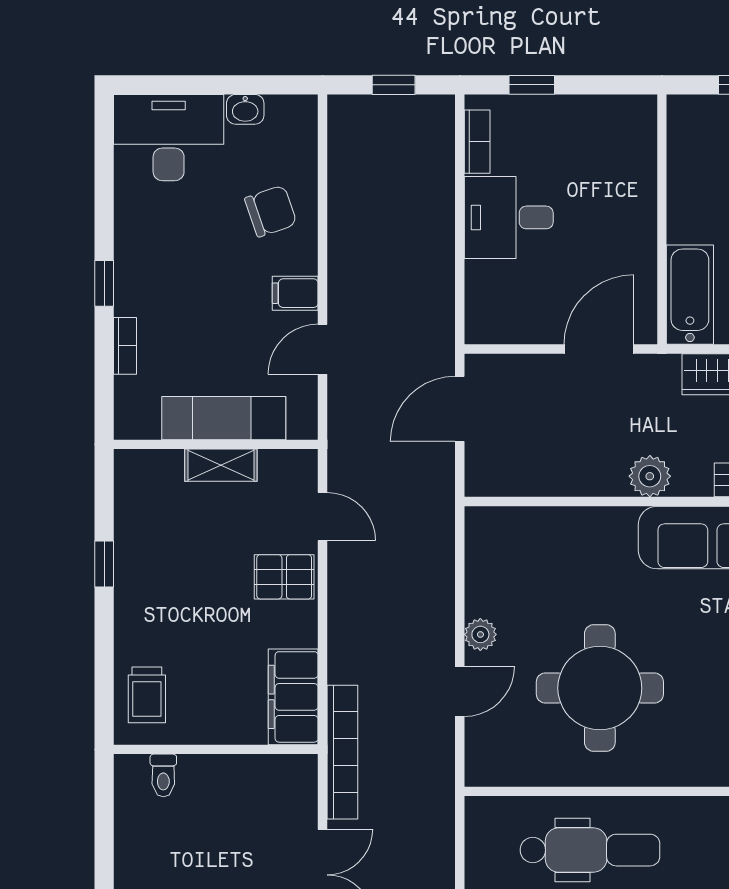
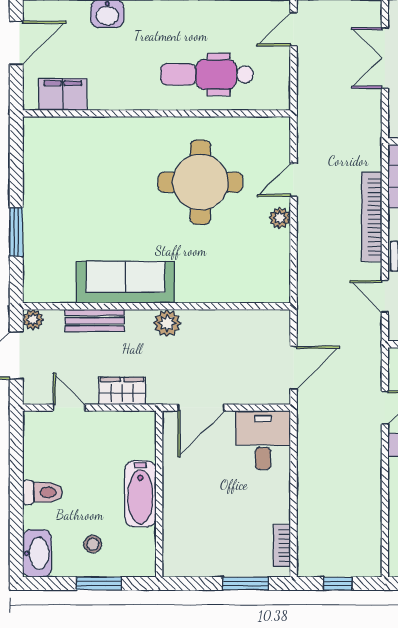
window: (532, 85) -> (246, 583), width x1.50
desk: (509, 217) -> (263, 440), moved, turned -90
bathtub: (690, 295) -> (140, 494), moved
bookcase: (342, 752) -> (372, 217), moved

